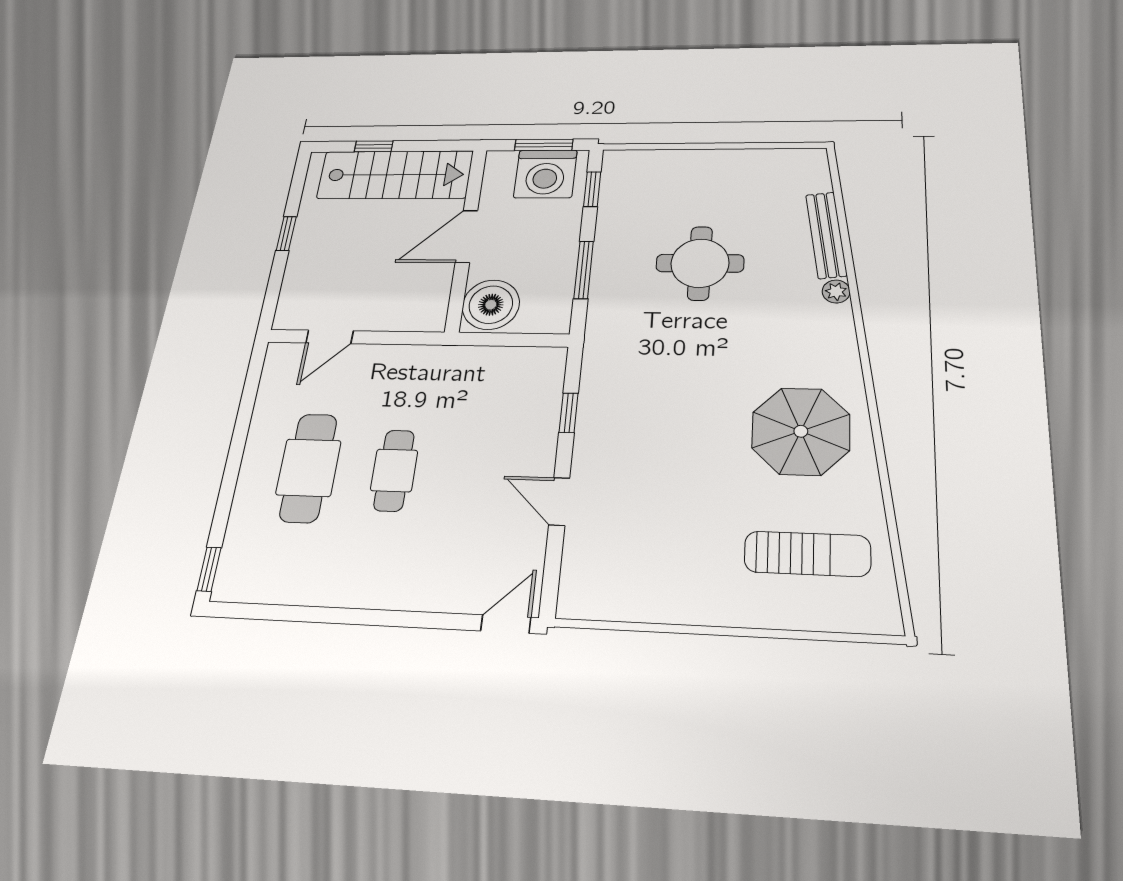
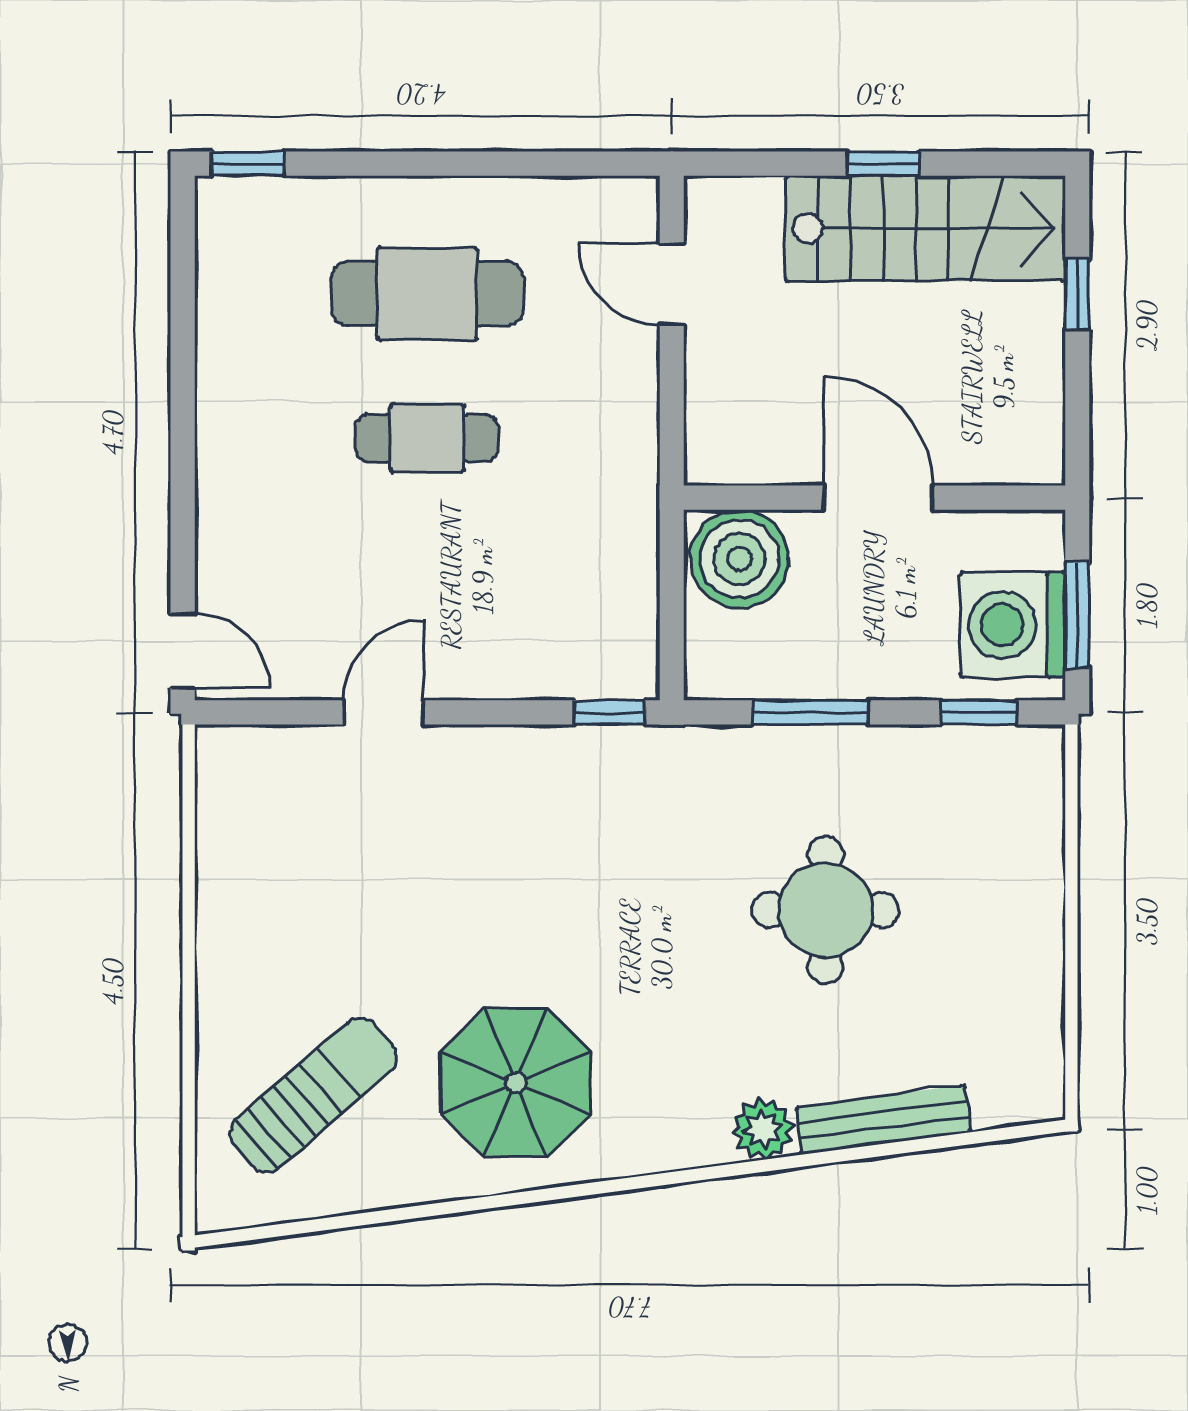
stairs: (395, 175) -> (925, 228), moved, turned -90
plant: (836, 292) -> (763, 1129), width x1.38, depth x1.38
window: (569, 413) -> (610, 712), moved
sun lounger: (807, 554) -> (314, 1095), turned -131

